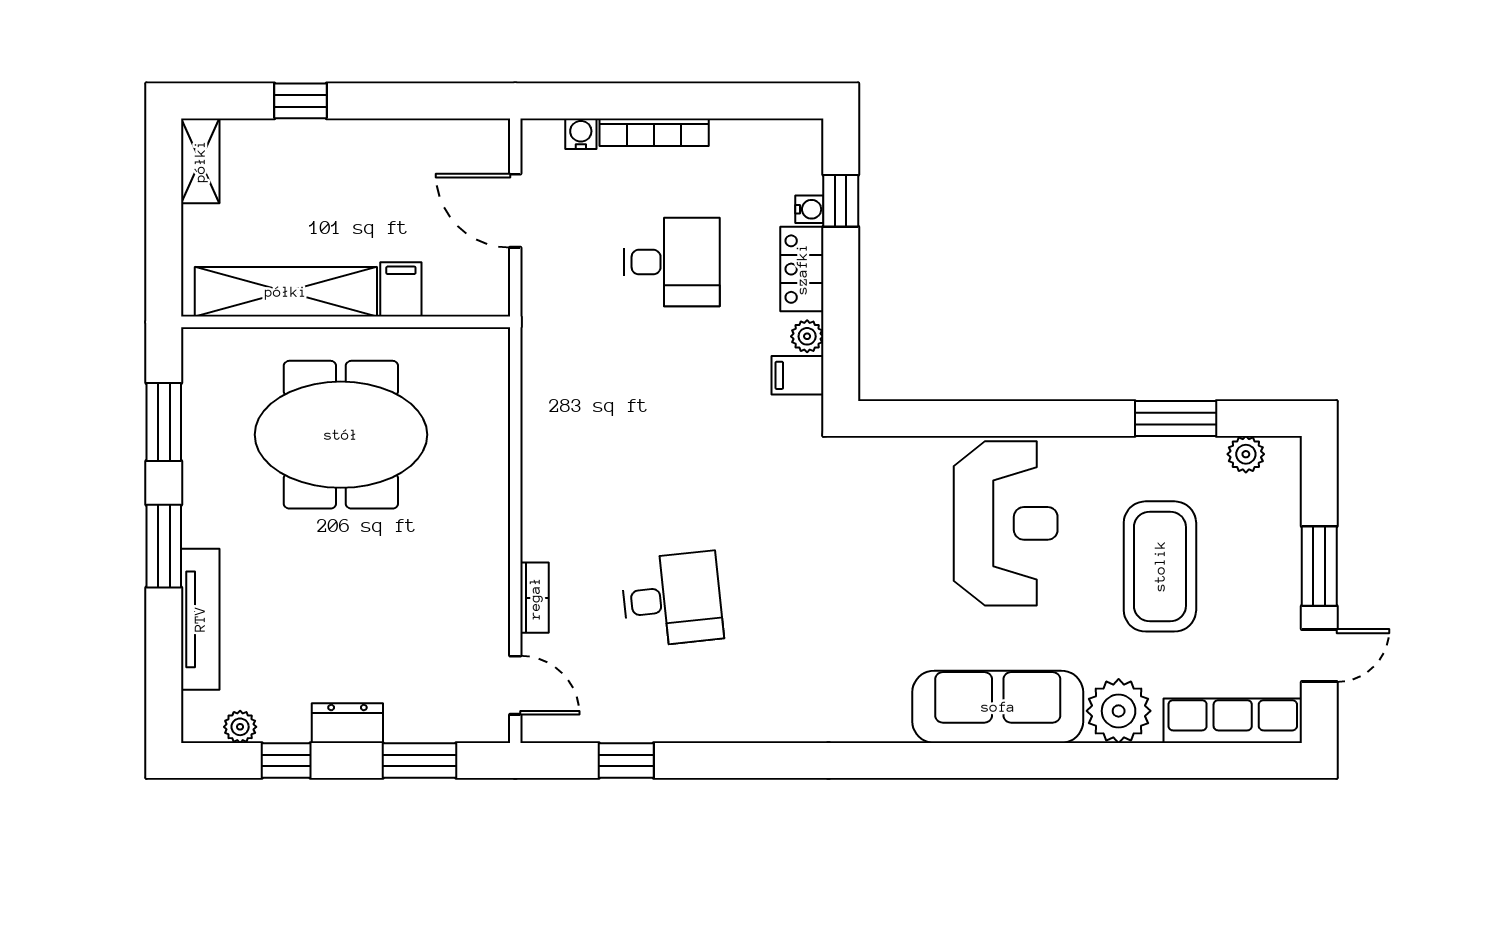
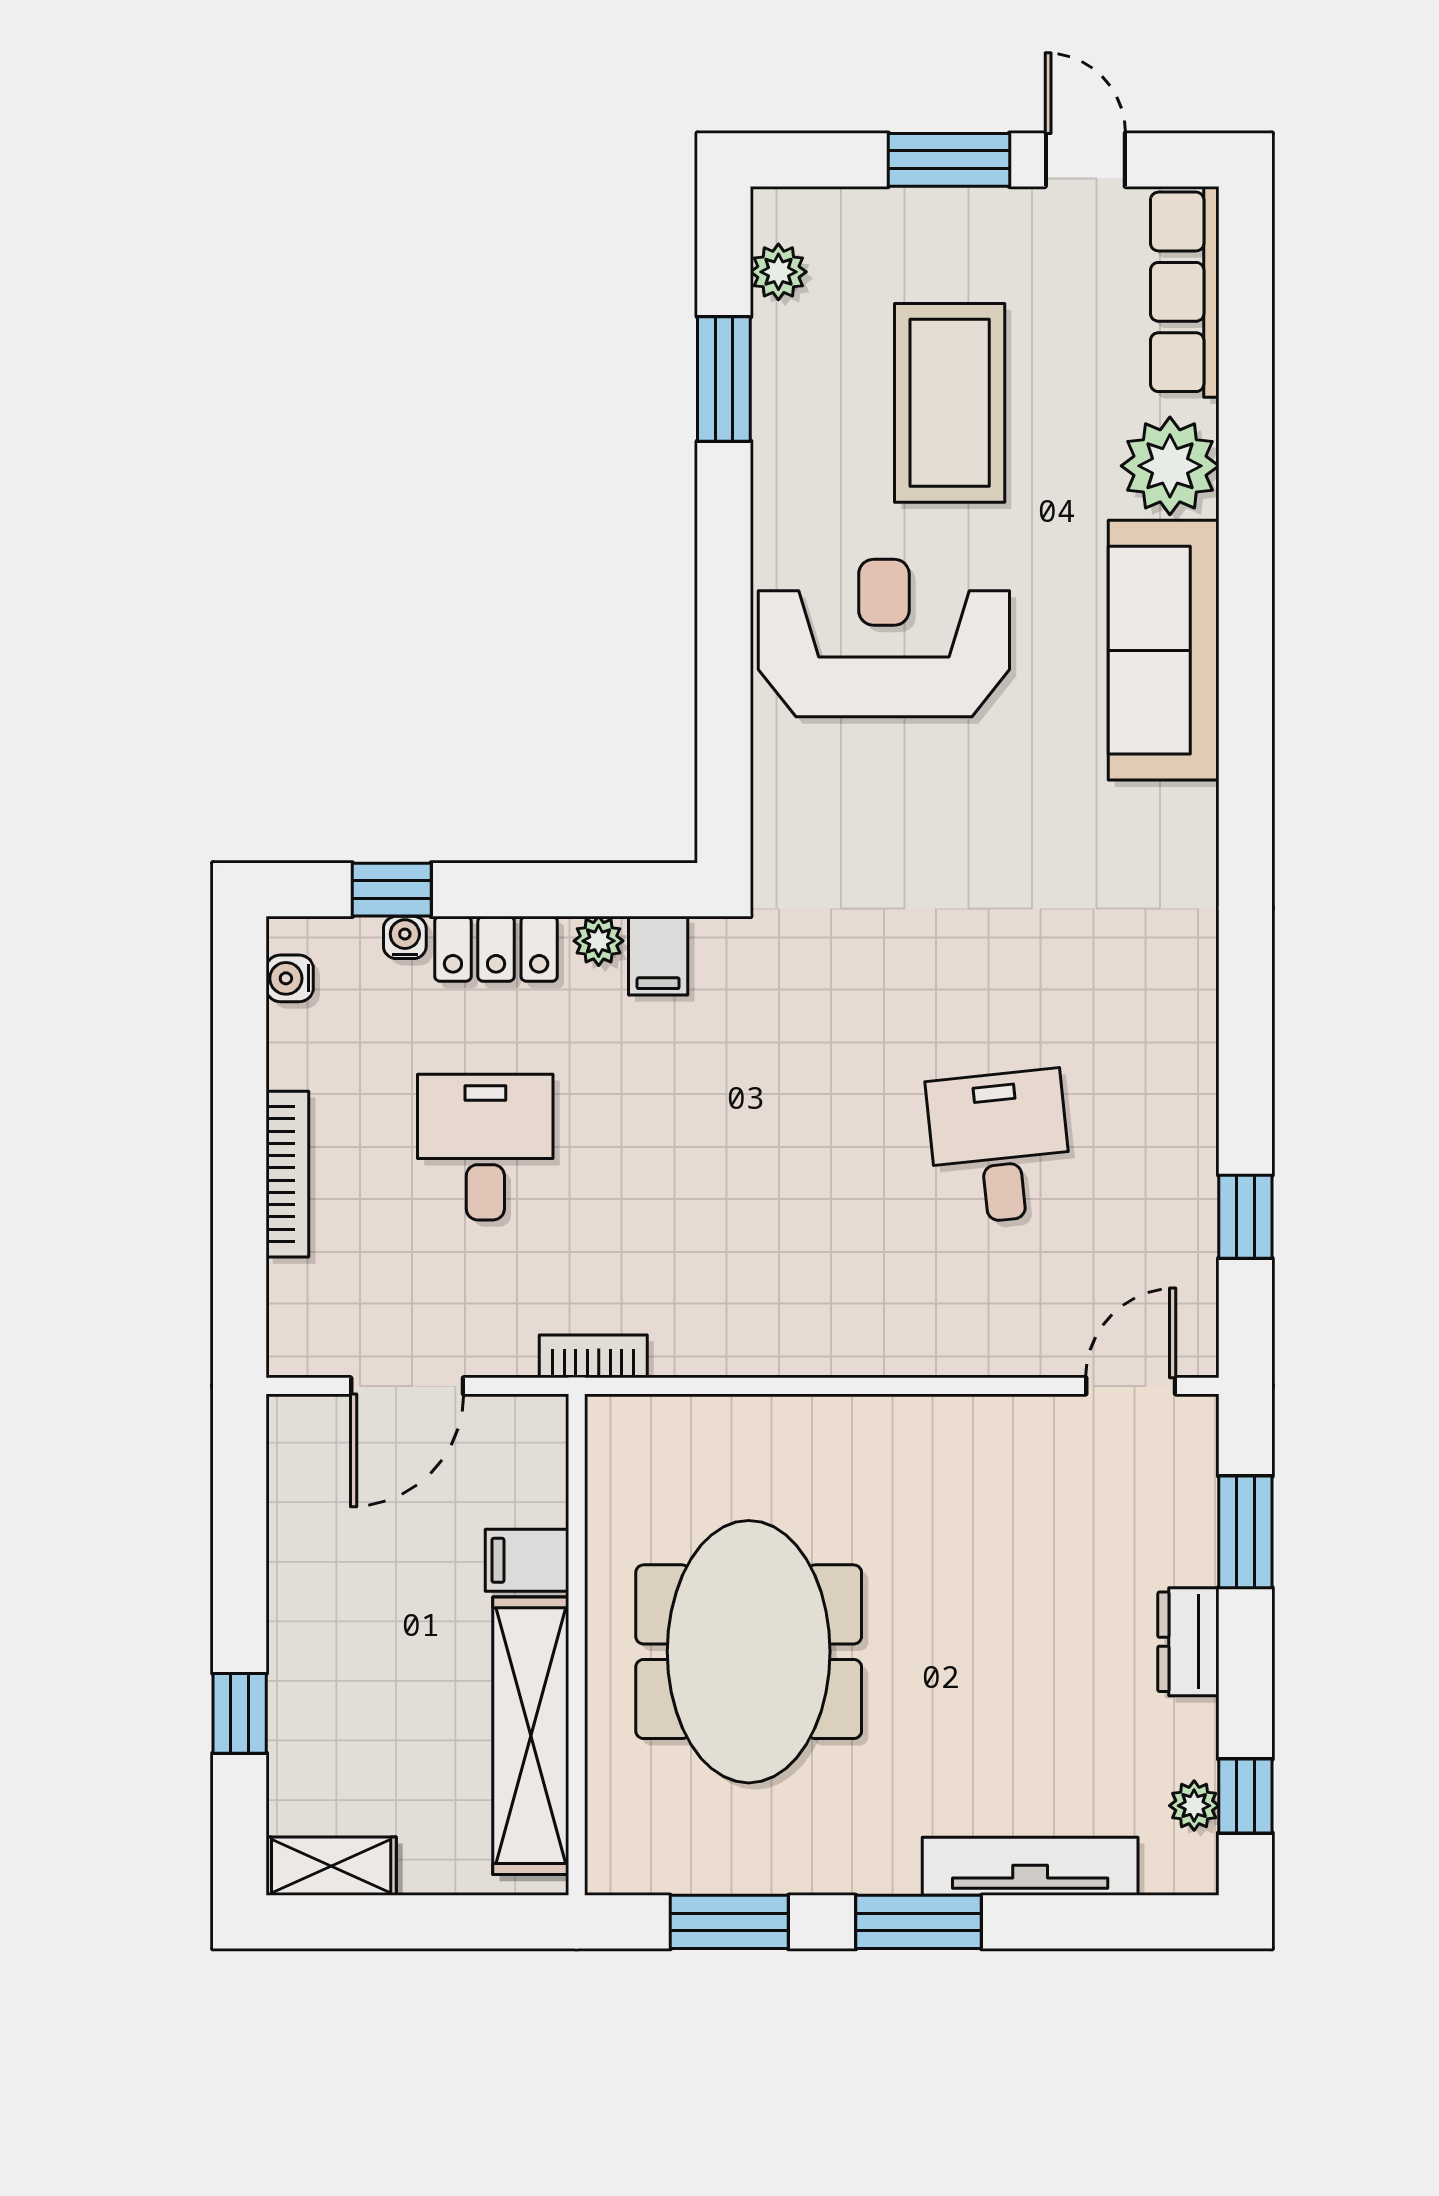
water cooler: (581, 134) -> (290, 978), moved
coffee table: (1160, 566) -> (950, 403), turned 90
bookcase: (535, 598) -> (593, 1356), moved
window: (286, 760) -> (1245, 1796), moved

